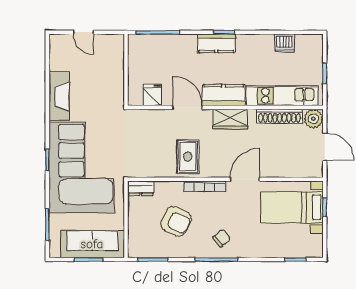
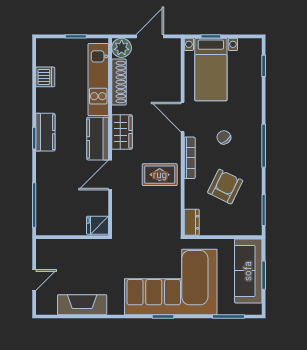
kitchen counter: (216, 43) -> (45, 132), moved
fridge: (152, 95) -> (97, 225), moved
fireplace: (59, 96) -> (82, 305), moved
chair: (222, 238) -> (224, 137), moved

